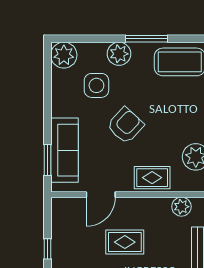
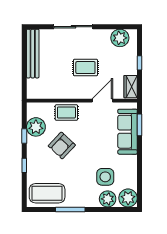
plant: (119, 54) -> (108, 199), moved
armchair: (125, 125) -> (62, 145), moved
plant: (181, 207) -> (46, 92), removed
wardrobe: (60, 215) -> (131, 87), added

